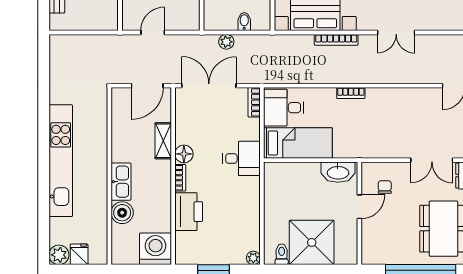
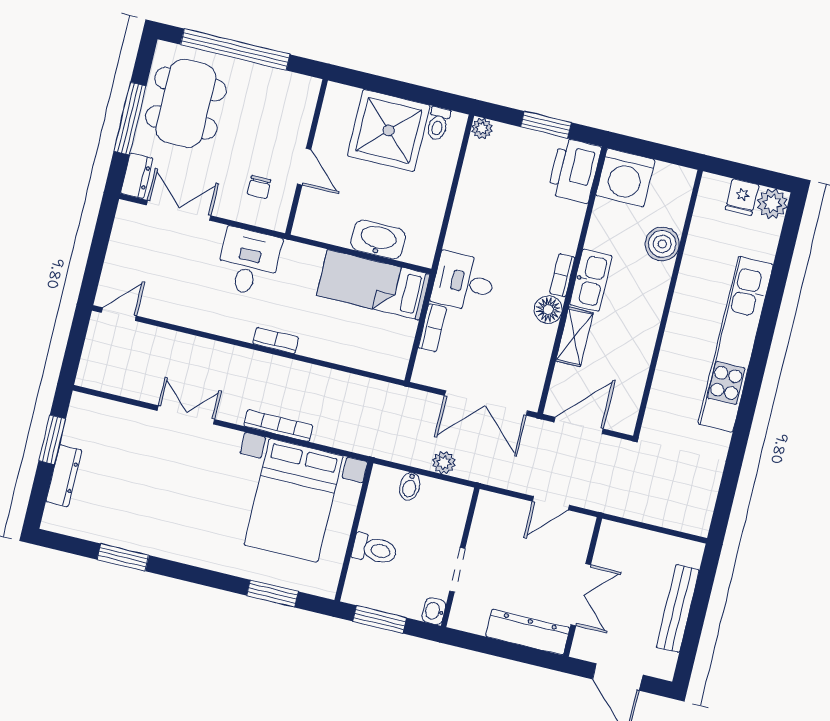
bookcase: (254, 102) -> (432, 328), moved
desk: (284, 108) -> (249, 262), moved, turned -90
washbasin: (338, 172) -> (378, 240), moved
kitchen sink: (121, 182) -> (591, 280), moved, turned 180
door: (359, 207) -> (304, 167), swing flipped
printer: (189, 212) -> (574, 171), moved

